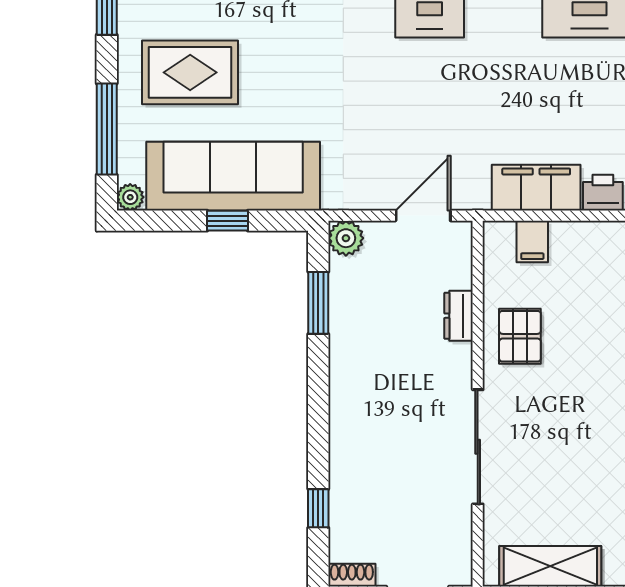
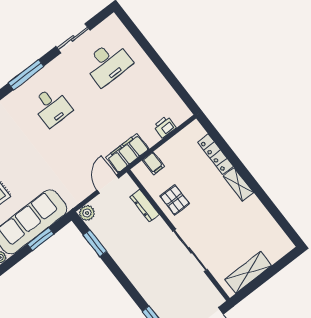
filing cabinet: (536, 188) -> (127, 153), moved
window: (228, 221) -> (41, 239), width x1.50
dresser: (458, 316) -> (145, 206), width x1.44

